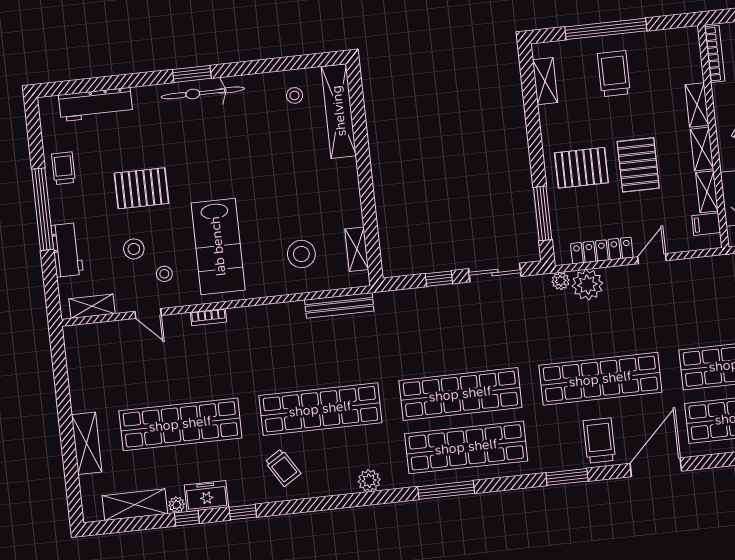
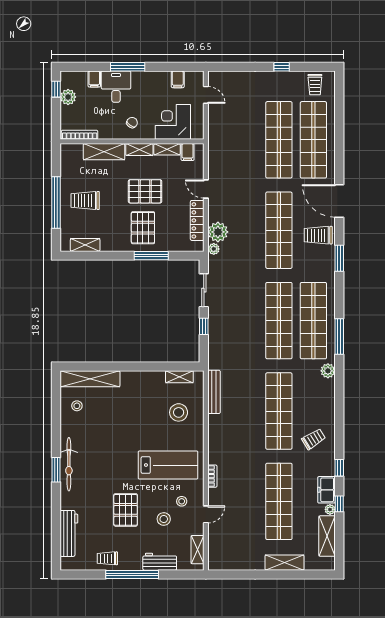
shelving: (697, 105) -> (104, 152), width x1.50, depth x1.33
window: (543, 213) -> (151, 256), moved
plant: (369, 481) -> (328, 371), moved

